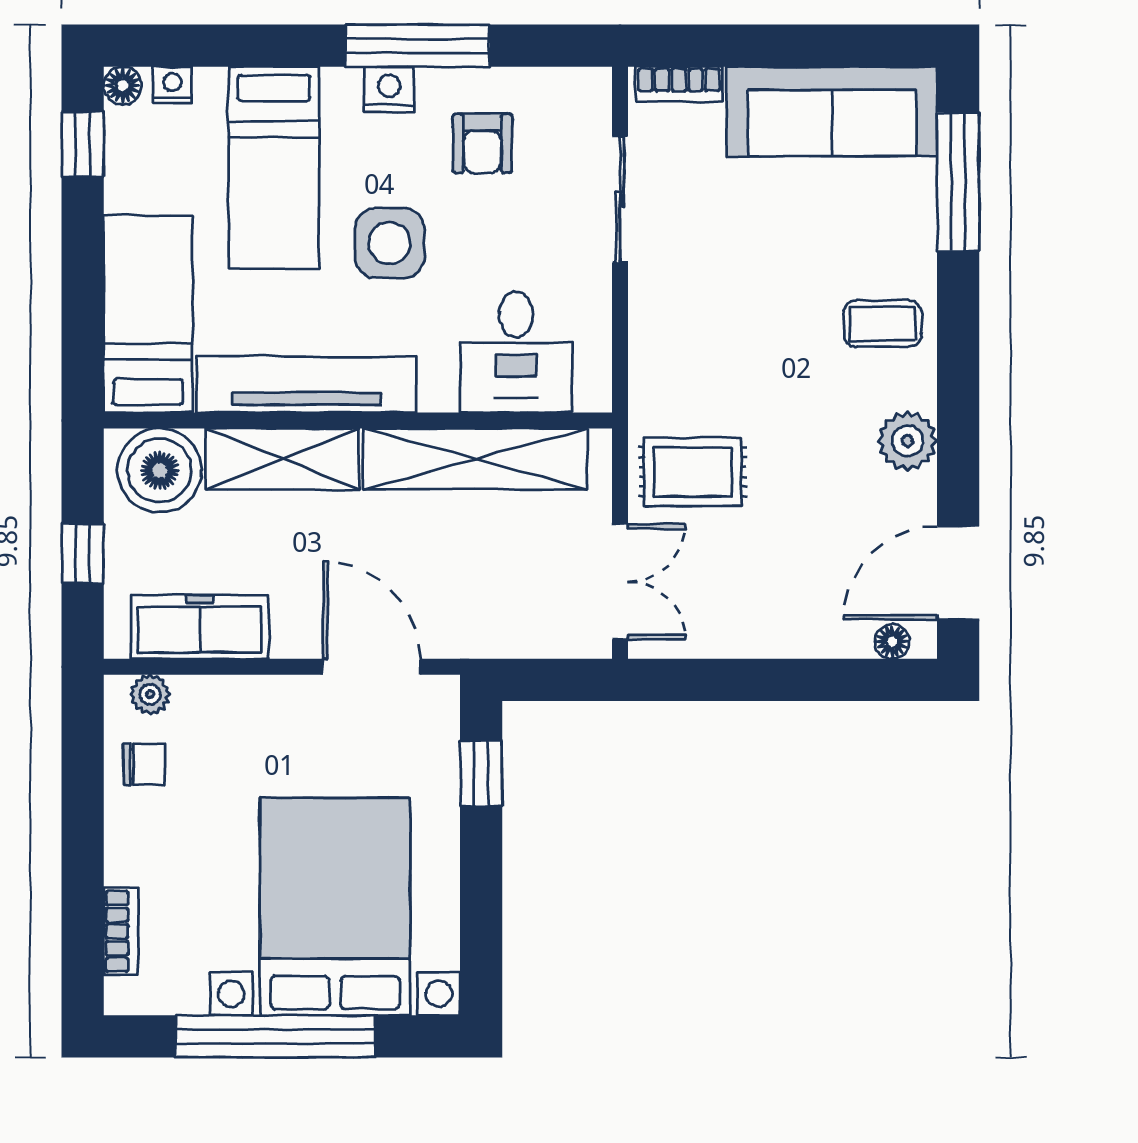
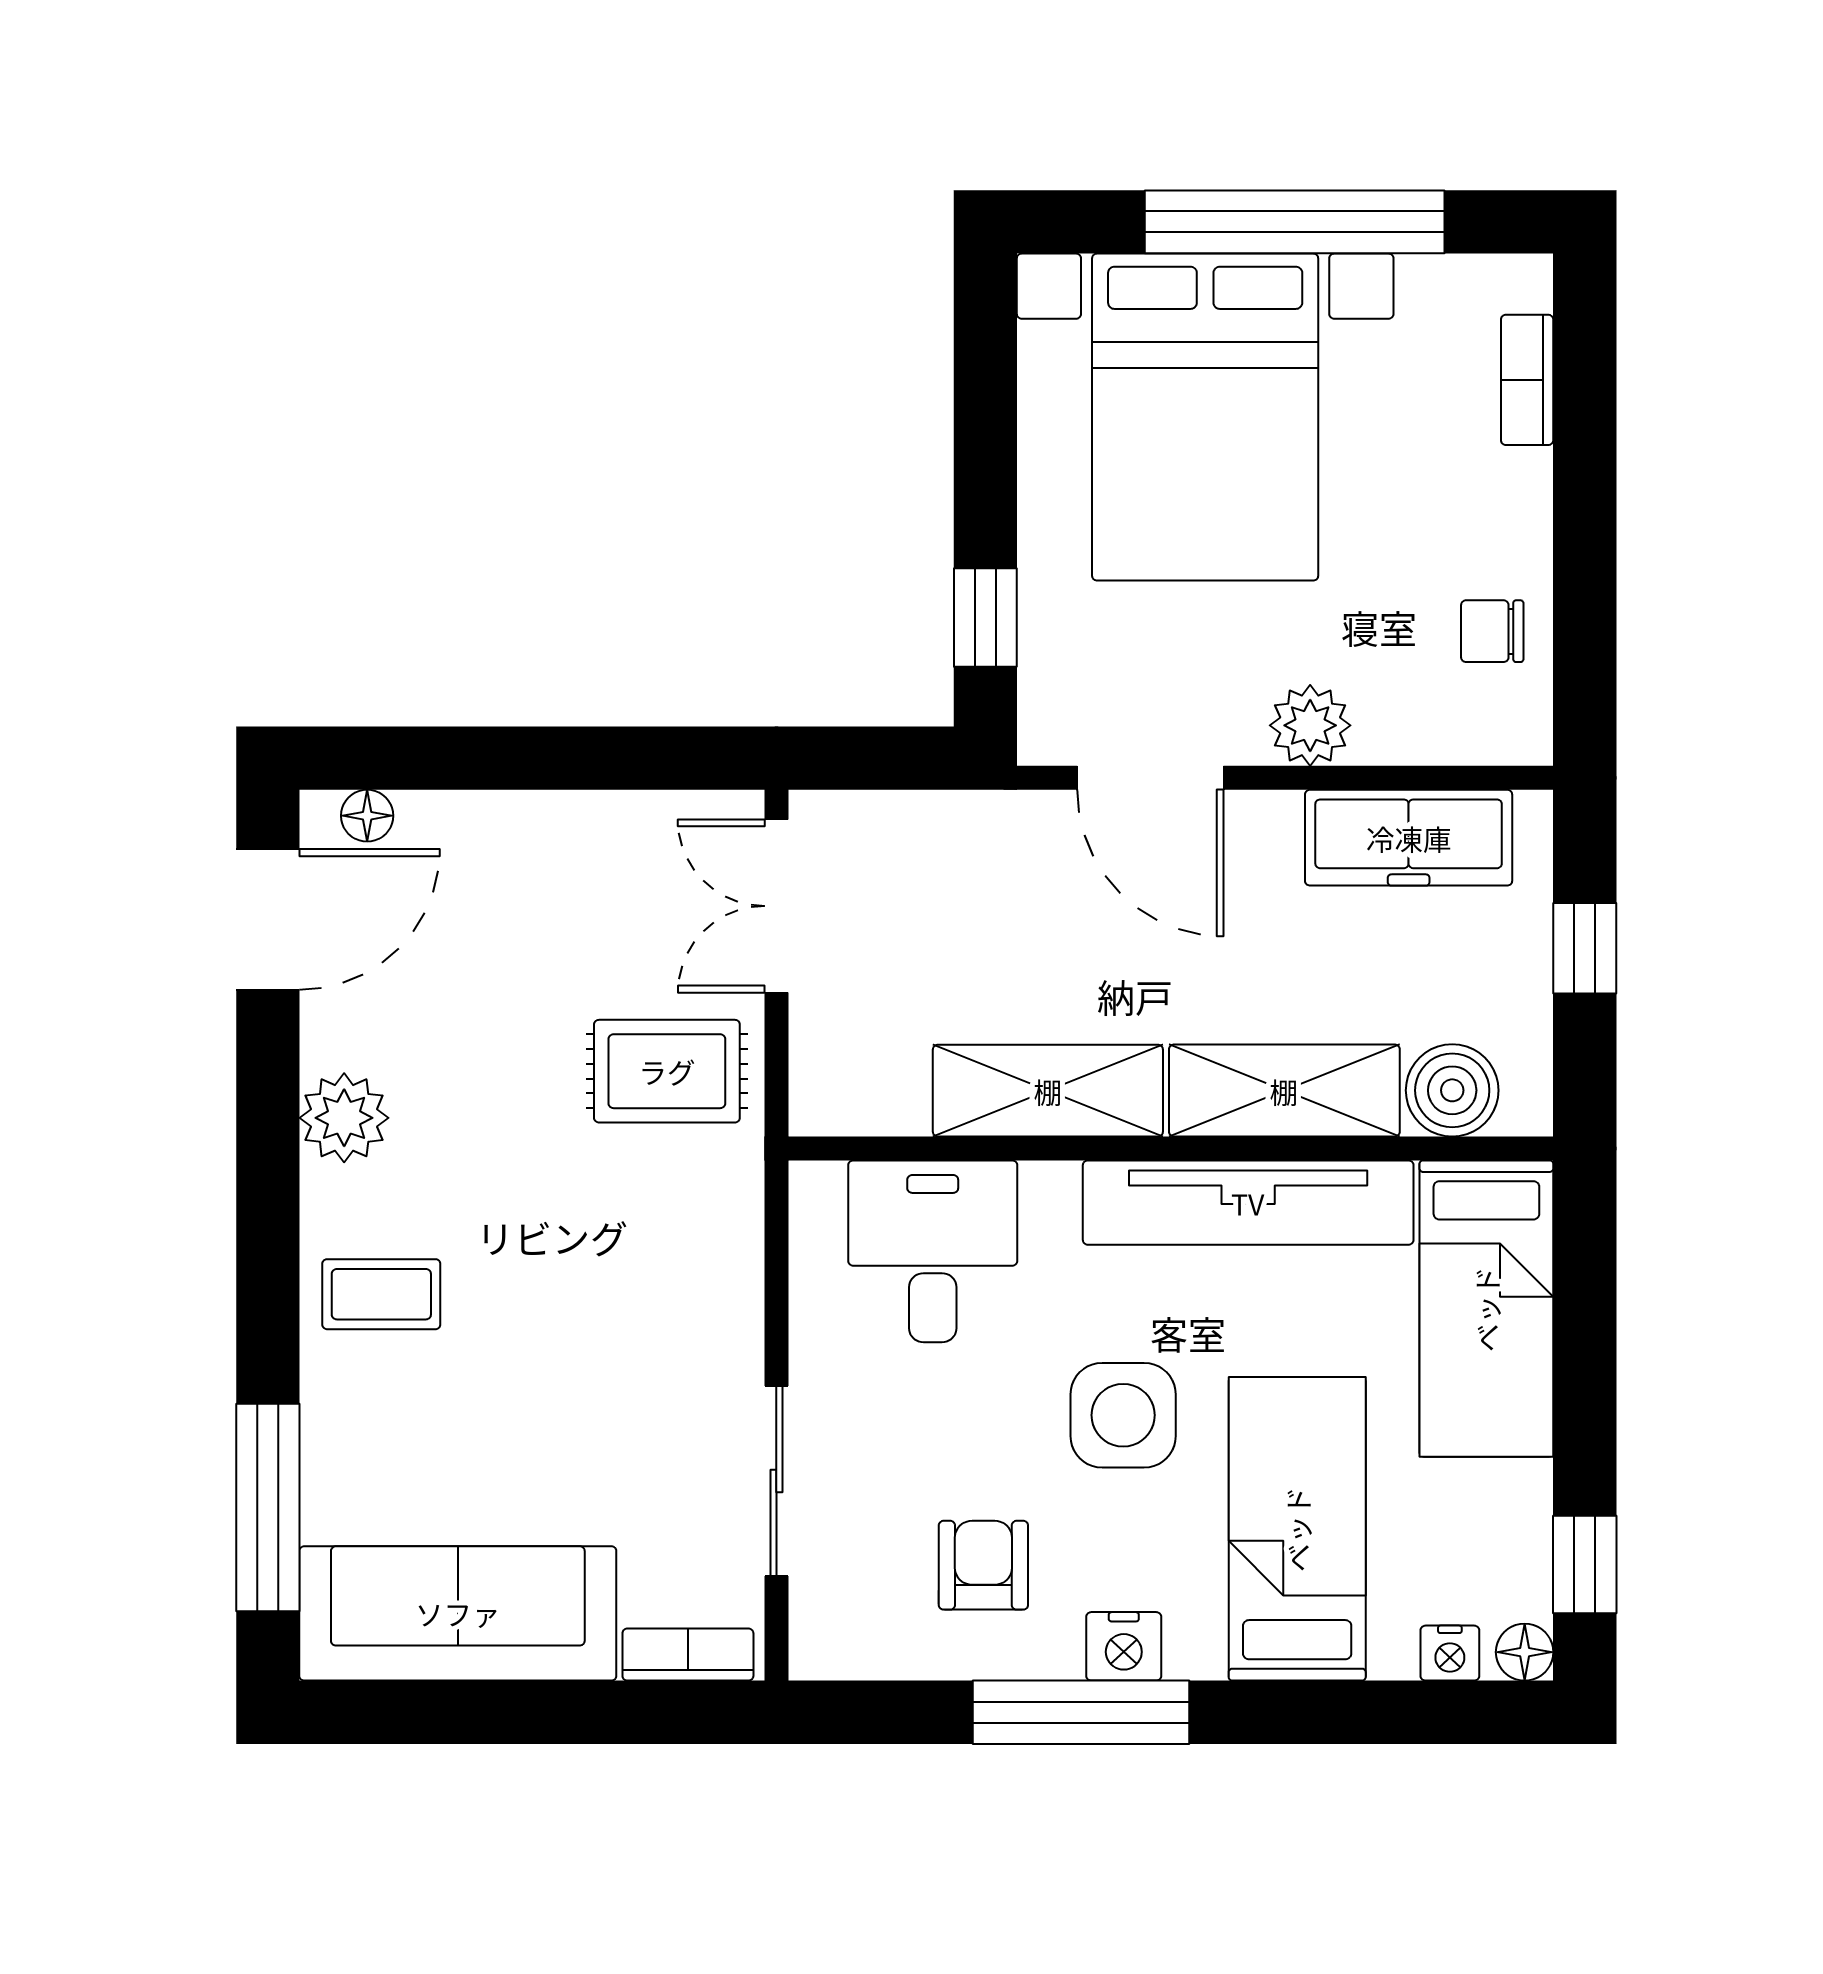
shelving: (475, 459) -> (1048, 1091), width x0.68
boiler: (160, 470) -> (1452, 1090), width x0.73, depth x0.73
plant: (150, 694) -> (1310, 725), moved, width x1.38, depth x1.38

